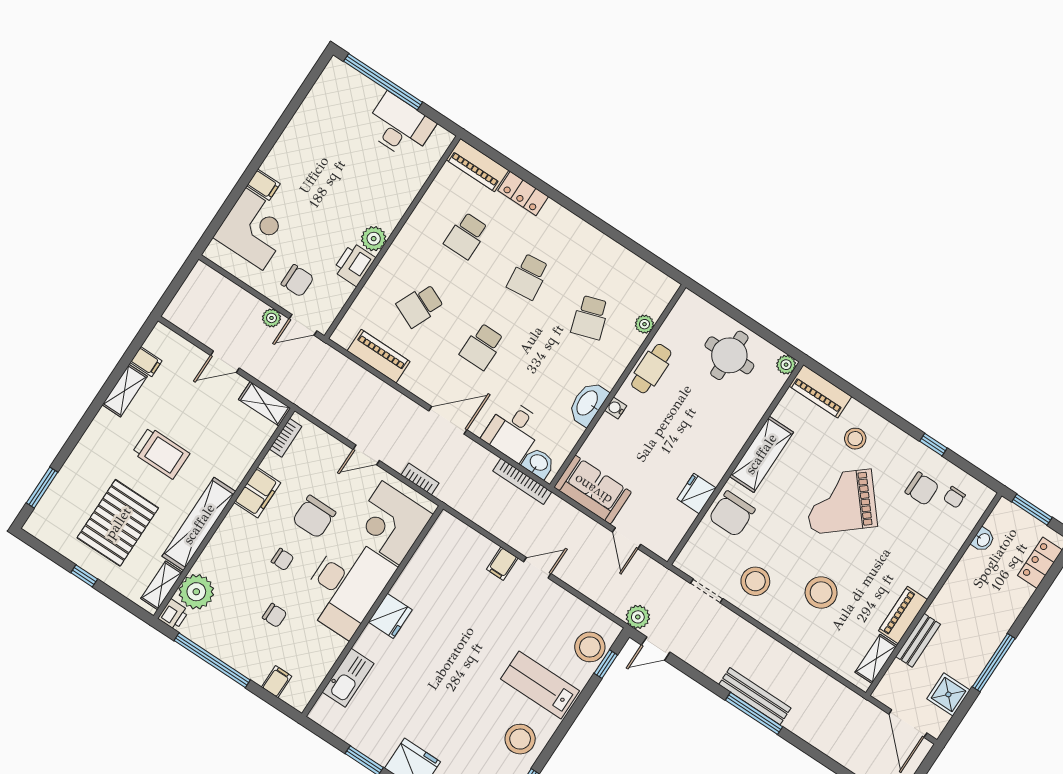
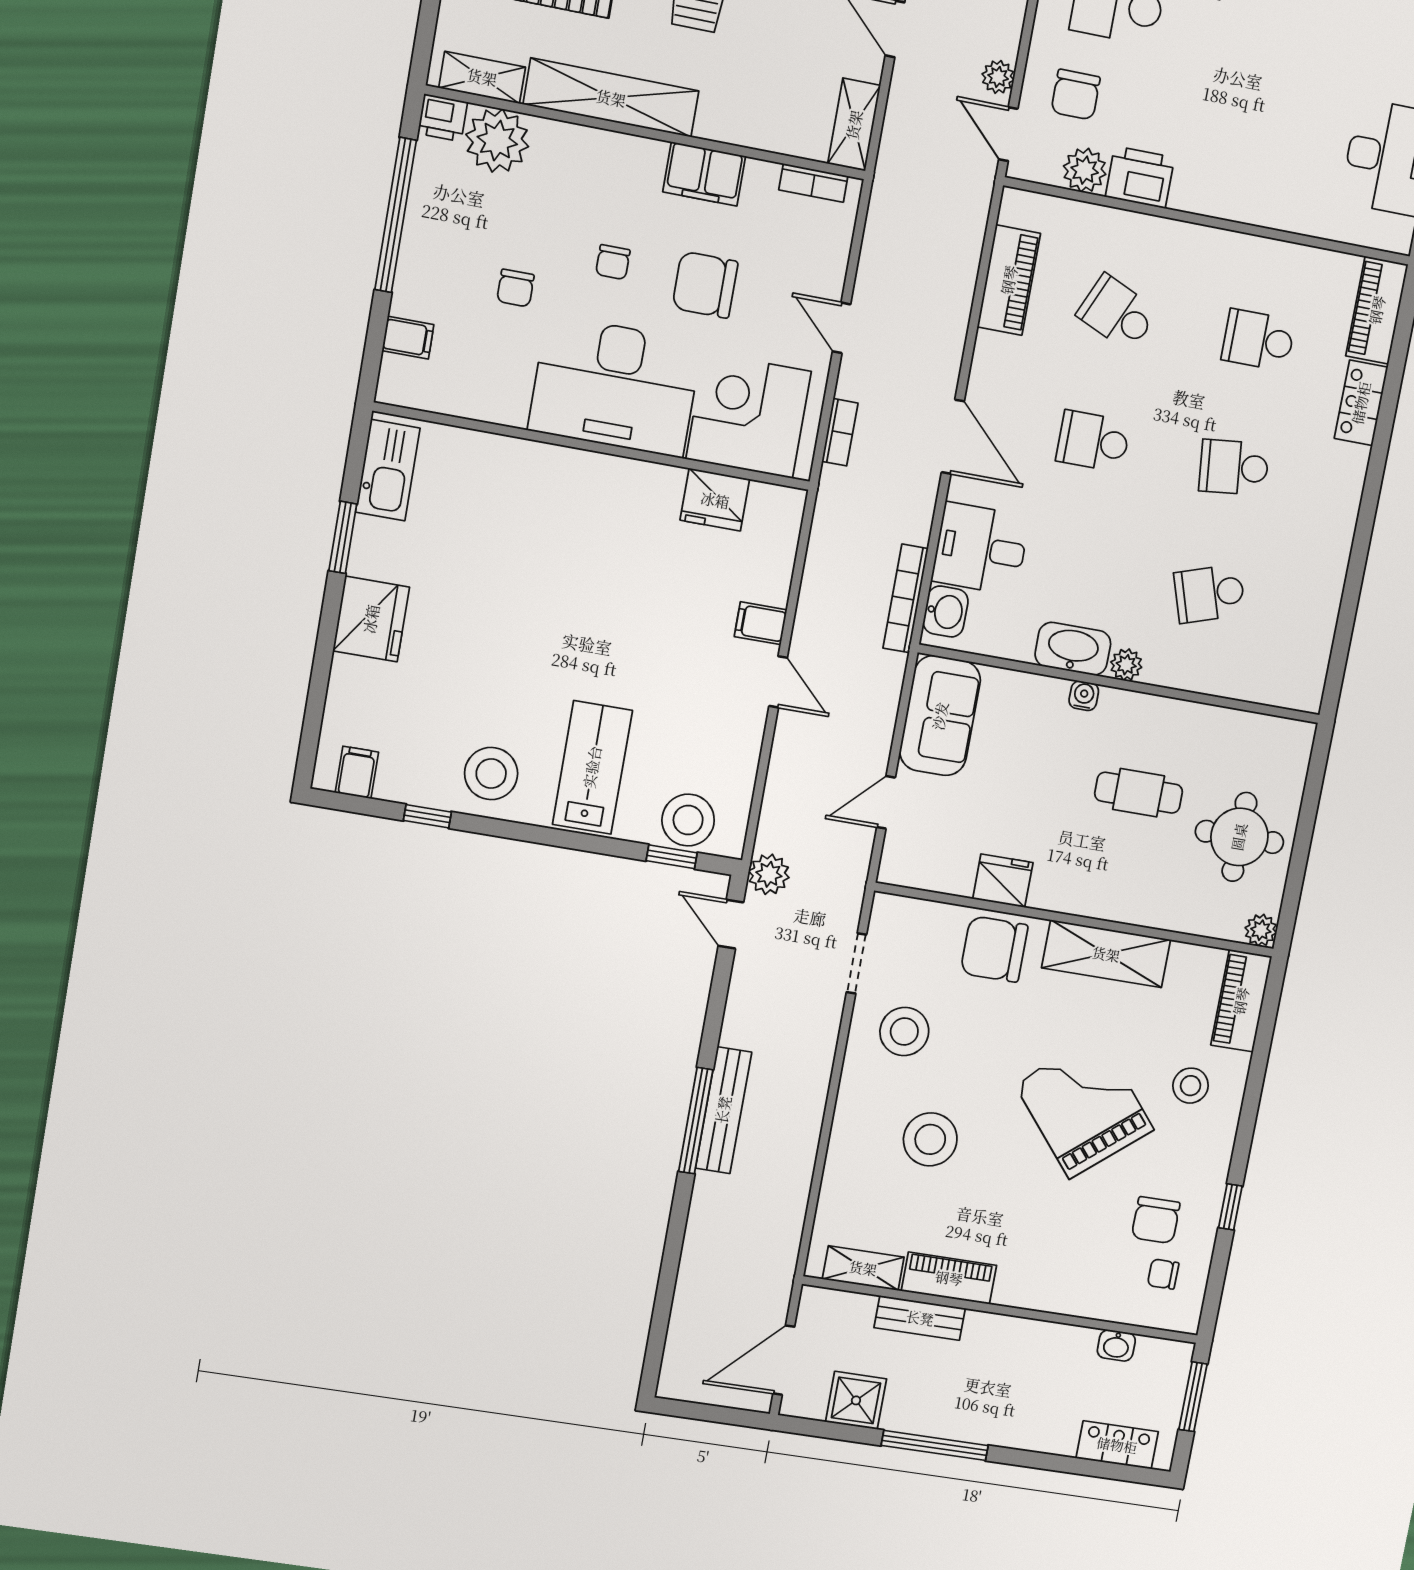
plant: (374, 239) -> (1085, 170), moved
plant: (644, 324) -> (1126, 665), moved
cafe table: (651, 369) -> (1139, 793), moved
fridge: (390, 616) -> (715, 500), moved
kitchen sink: (348, 678) -> (388, 470), moved, turned -90

